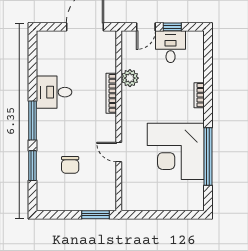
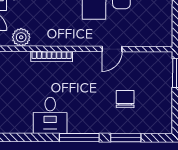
plant: (130, 78) -> (21, 37), moved
chair: (70, 165) -> (125, 99), turned -90

